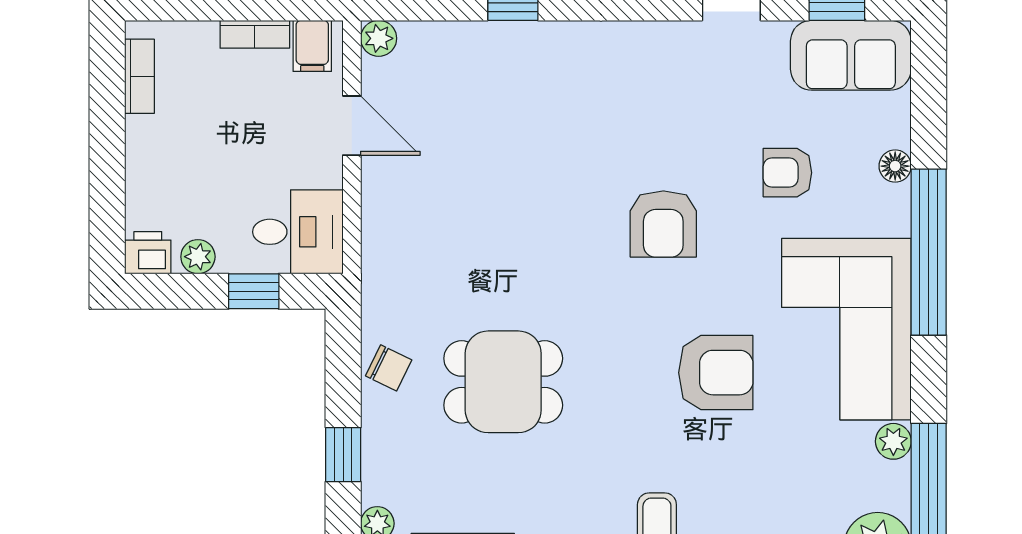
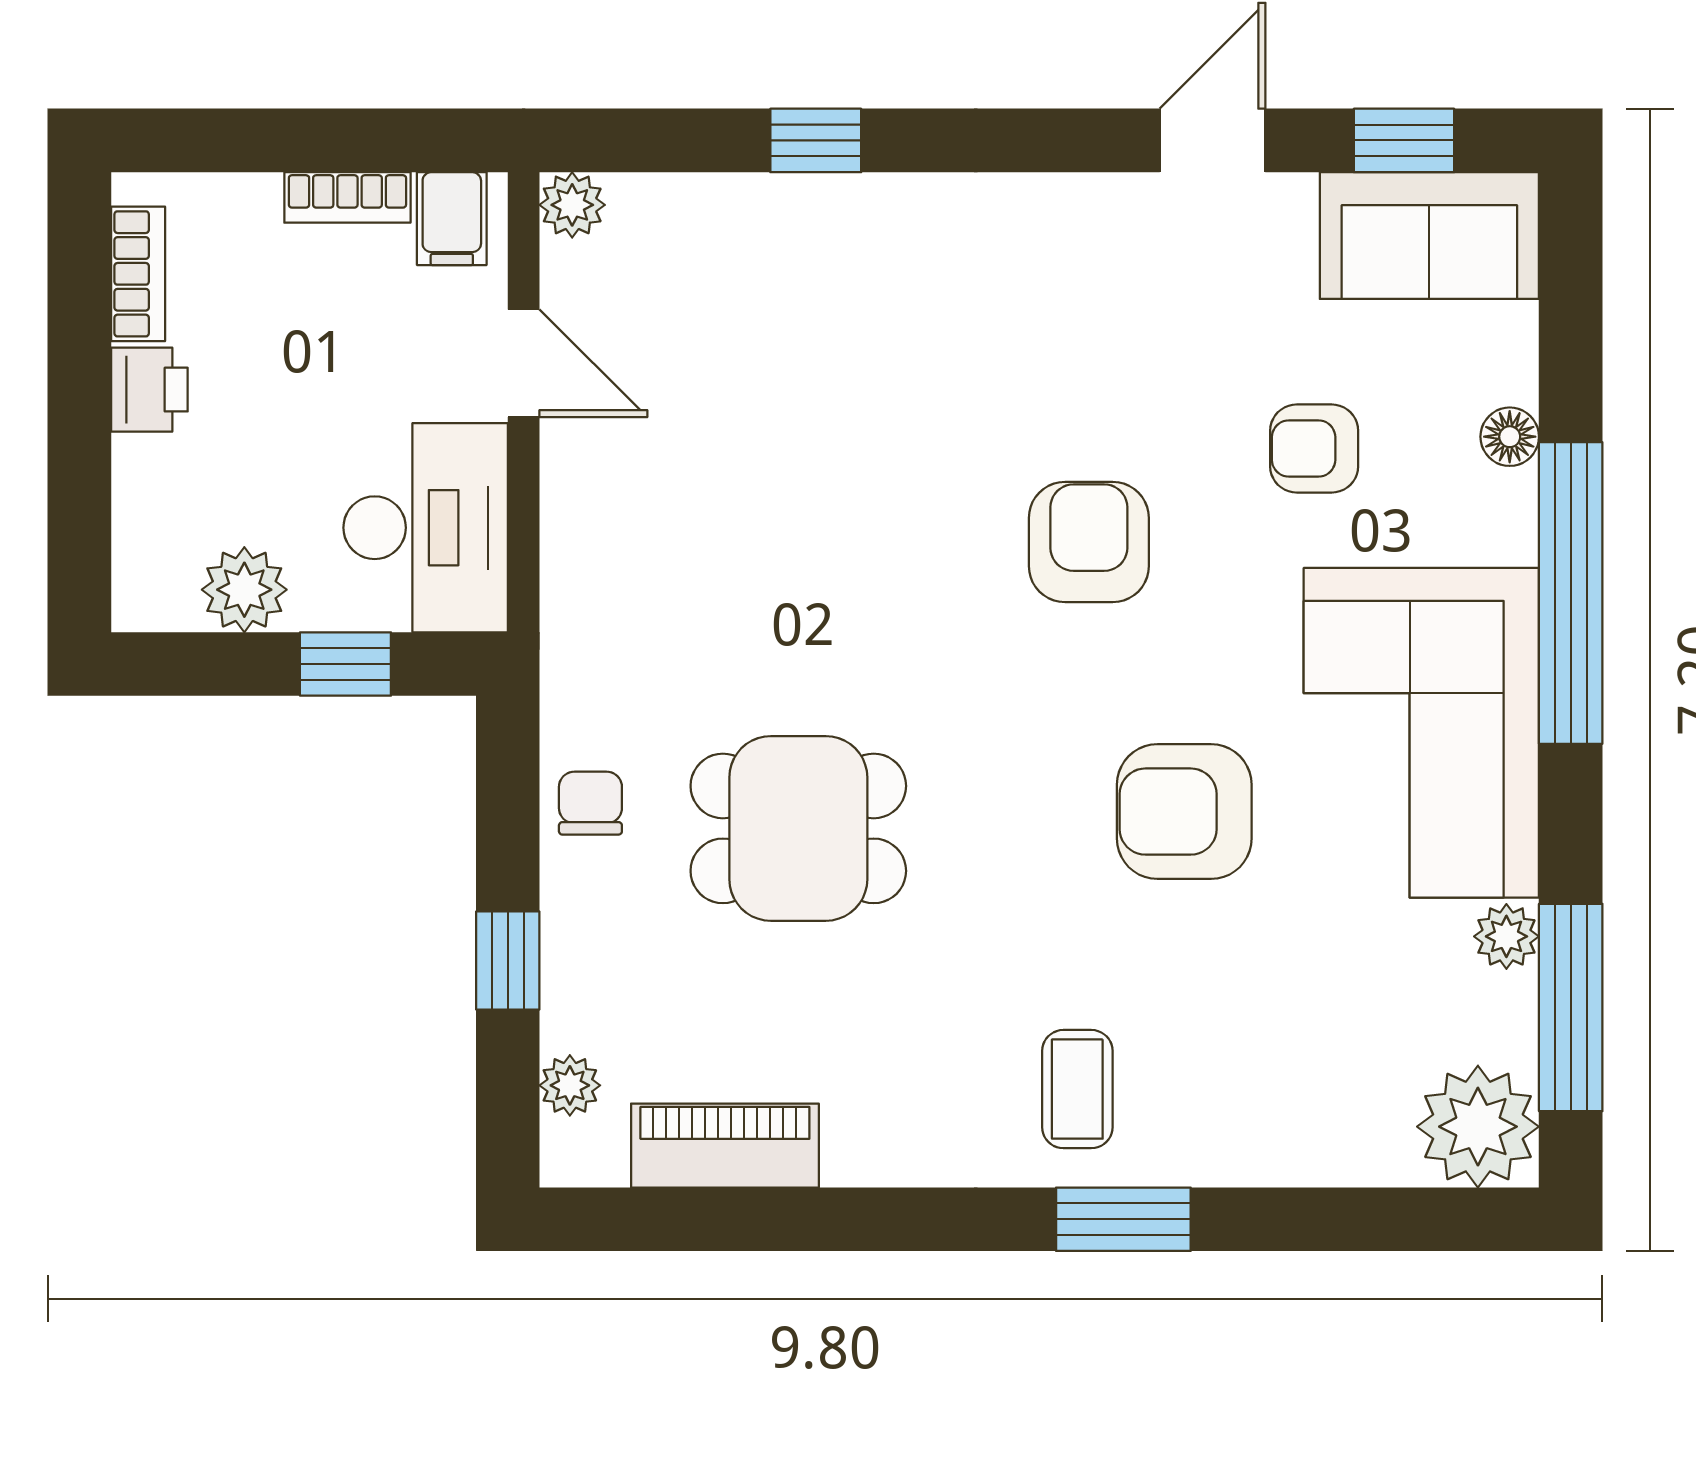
armchair: (663, 224) -> (1089, 542), turned 180
desk: (298, 232) -> (426, 528), width x1.37
printer: (148, 253) -> (149, 390), moved, turned 90
plant: (198, 257) -> (244, 590), width x1.38, depth x1.38
chair: (389, 368) -> (590, 803), turned -116
armchair: (716, 373) -> (1184, 812), turned 180

